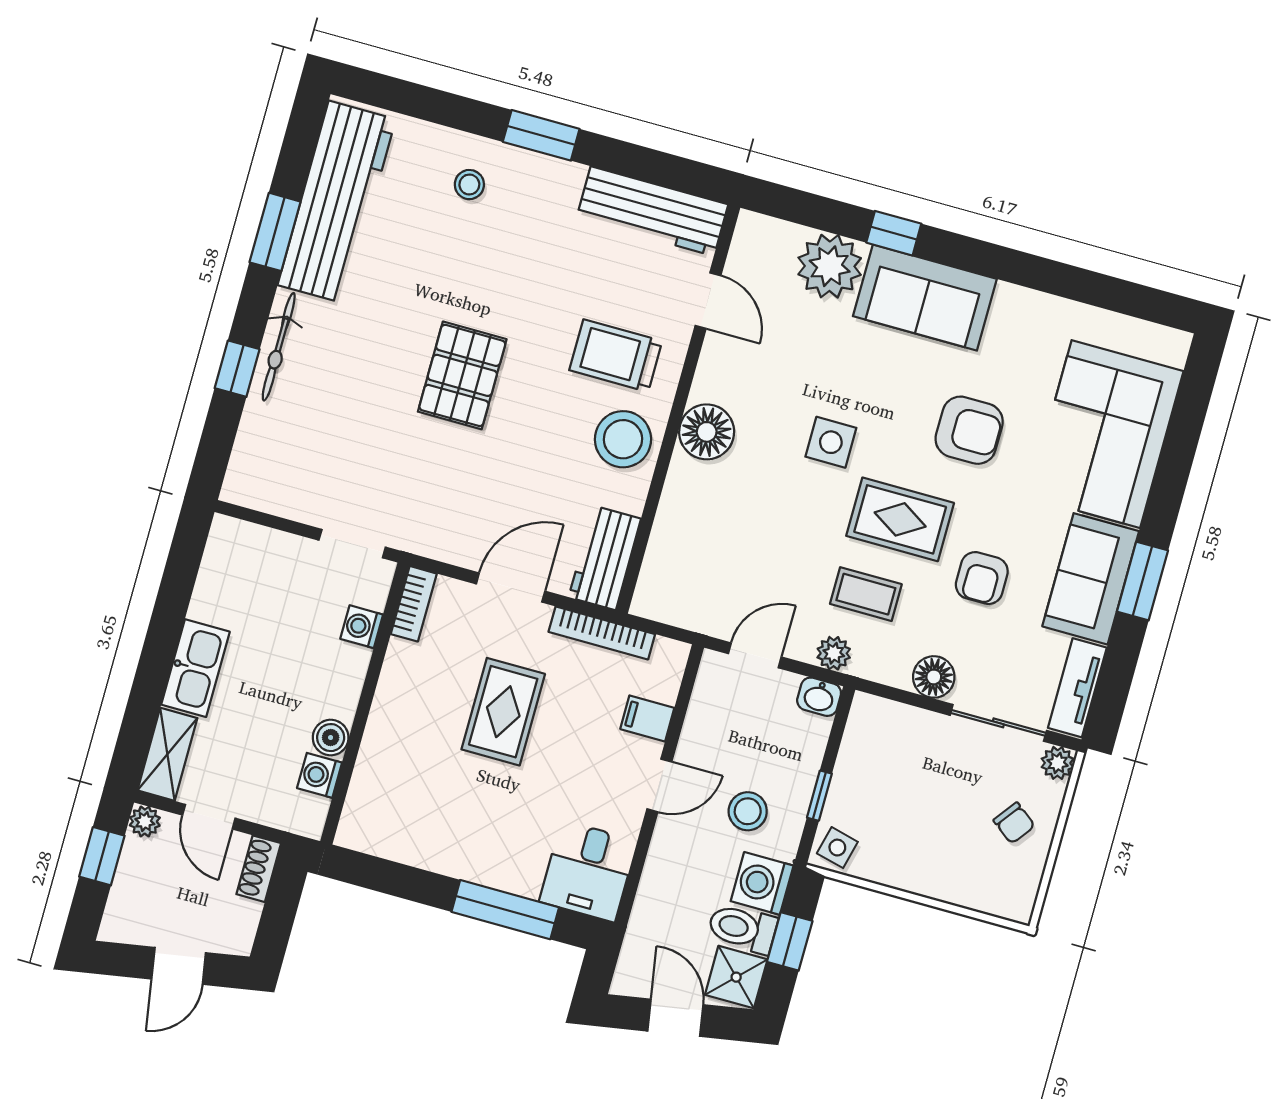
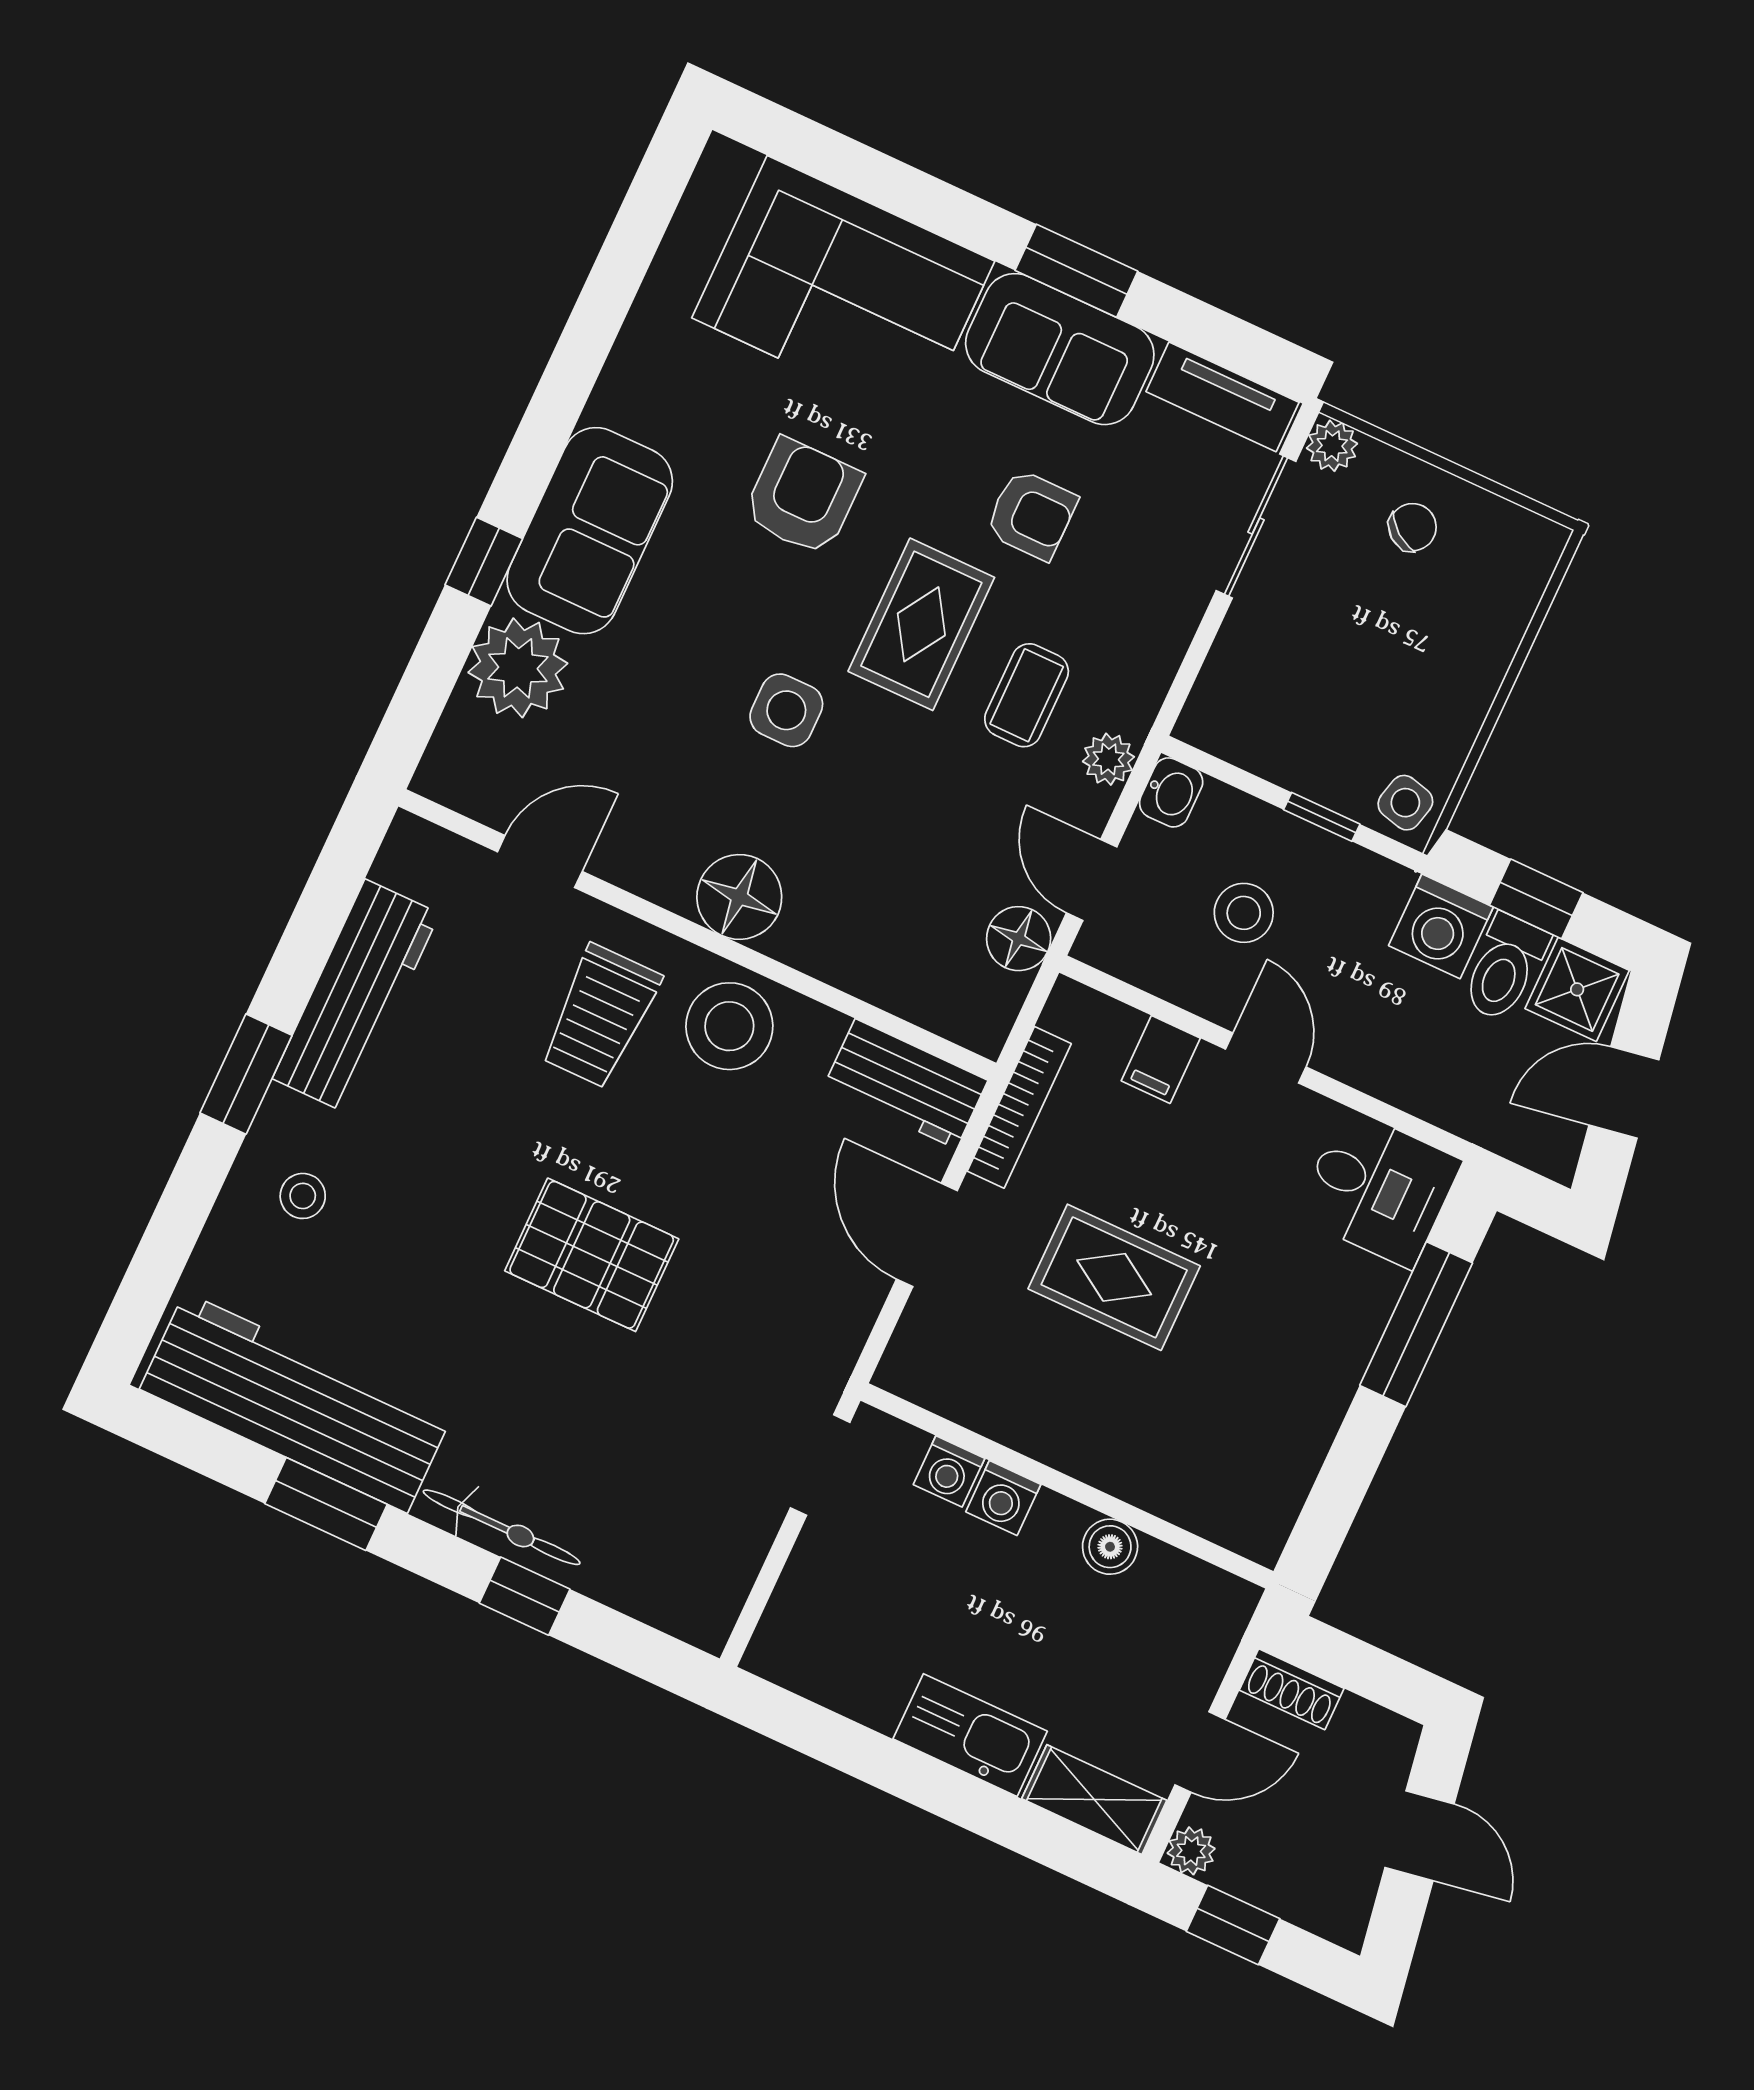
workbench: (652, 211) -> (356, 996), moved
bookcase: (414, 604) -> (927, 1386), removed
floor lamp: (934, 677) -> (1019, 939), moved
washing machine: (320, 775) -> (1003, 1498), moved
stool: (748, 811) -> (1244, 913), moved

